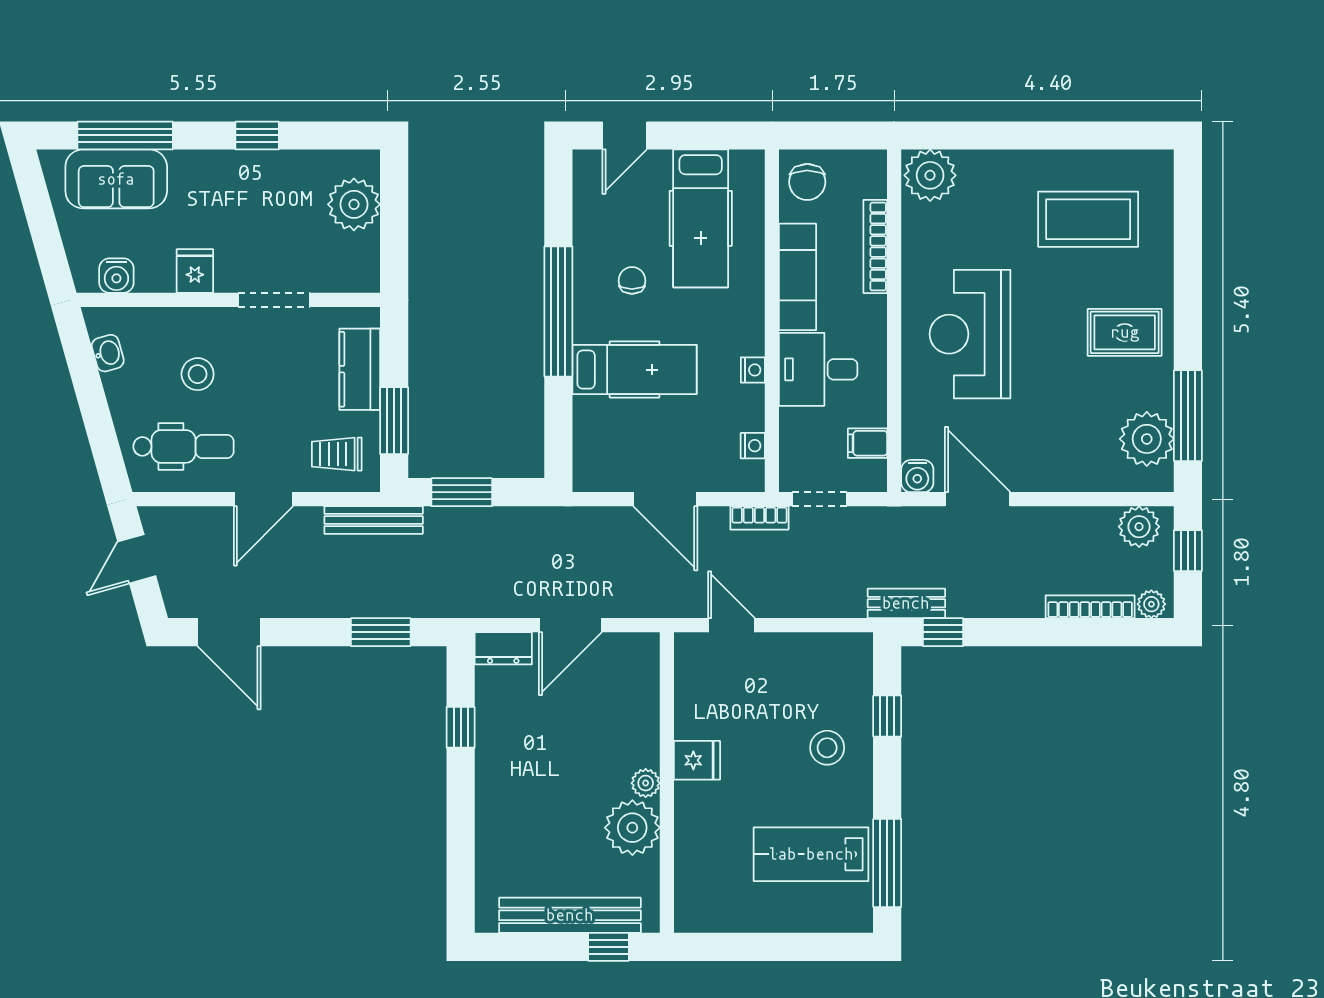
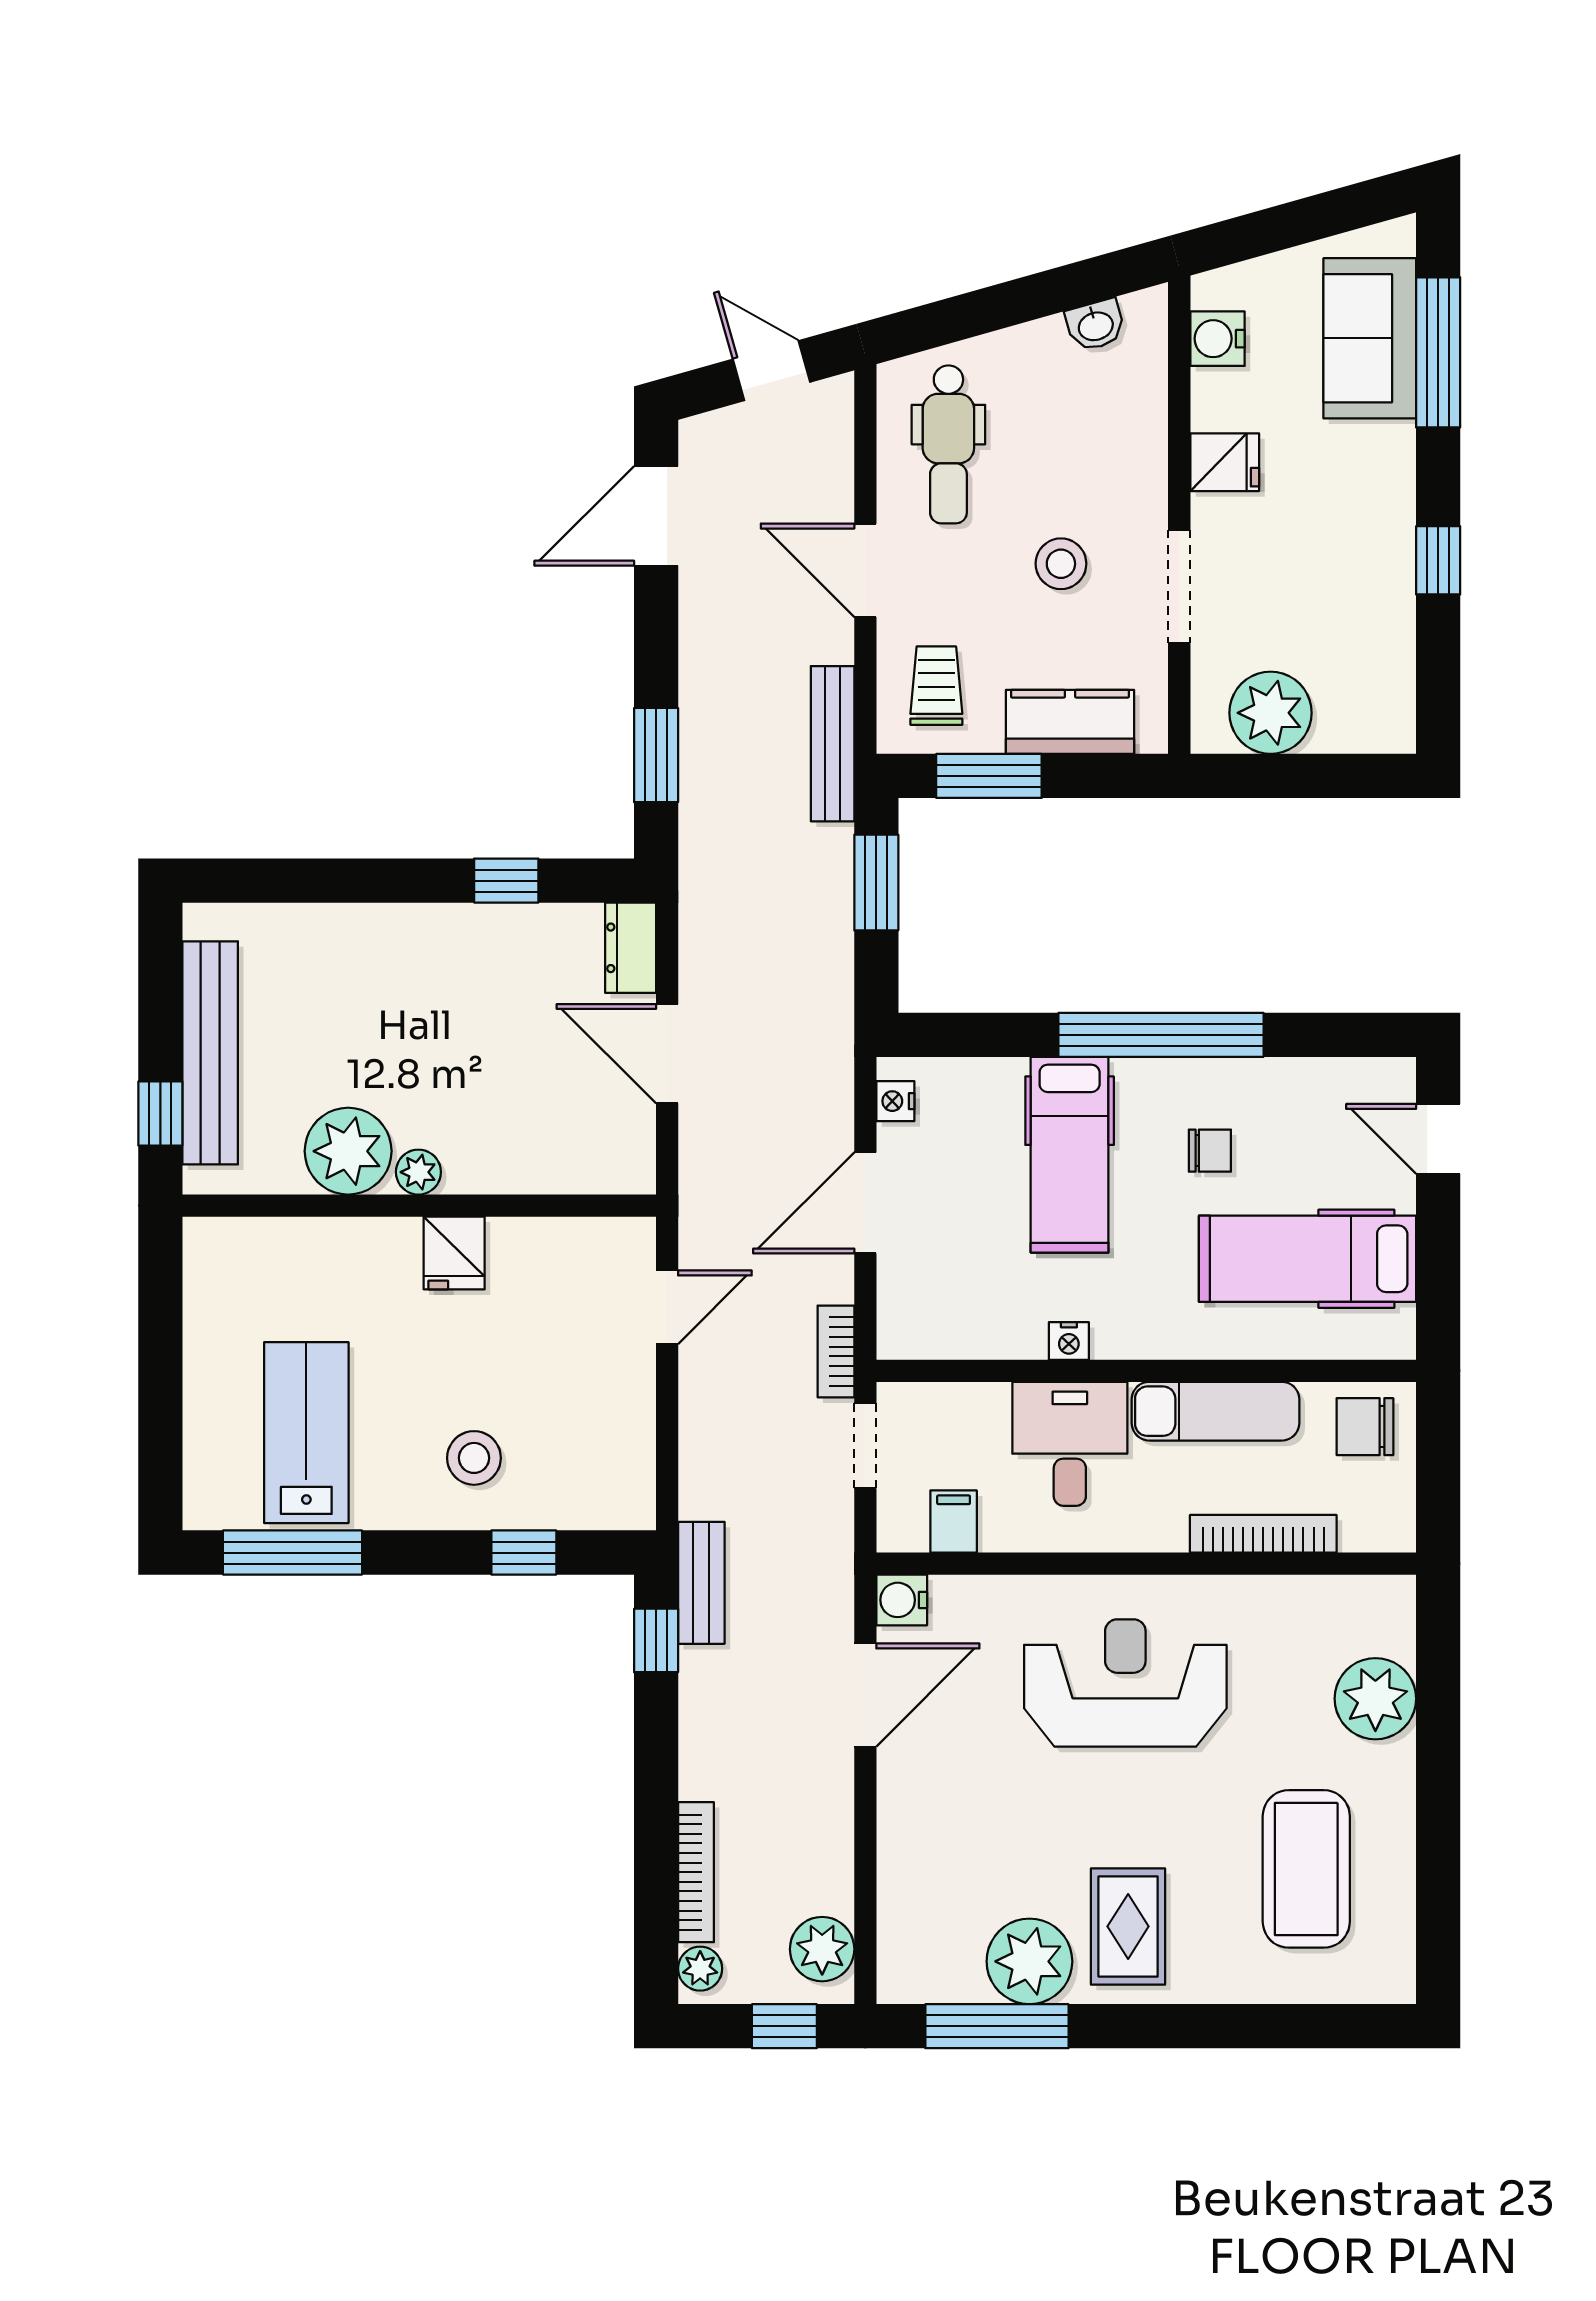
plant: (930, 175) -> (1375, 1699), moved
plant: (354, 204) -> (1271, 713), moved
stool: (198, 374) -> (1061, 564), moved
plant: (1147, 439) -> (1029, 1961), moved
nightstand: (753, 446) -> (895, 1101), moved, turned 90

